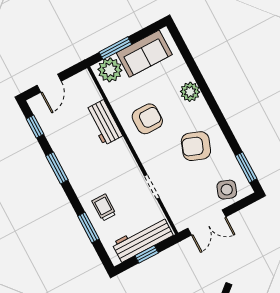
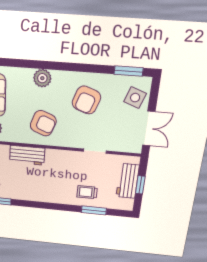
armchair: (147, 119) -> (43, 123), turned 111
window: (57, 168) -> (39, 205), removed
workbench: (142, 239) -> (128, 181), width x0.73

